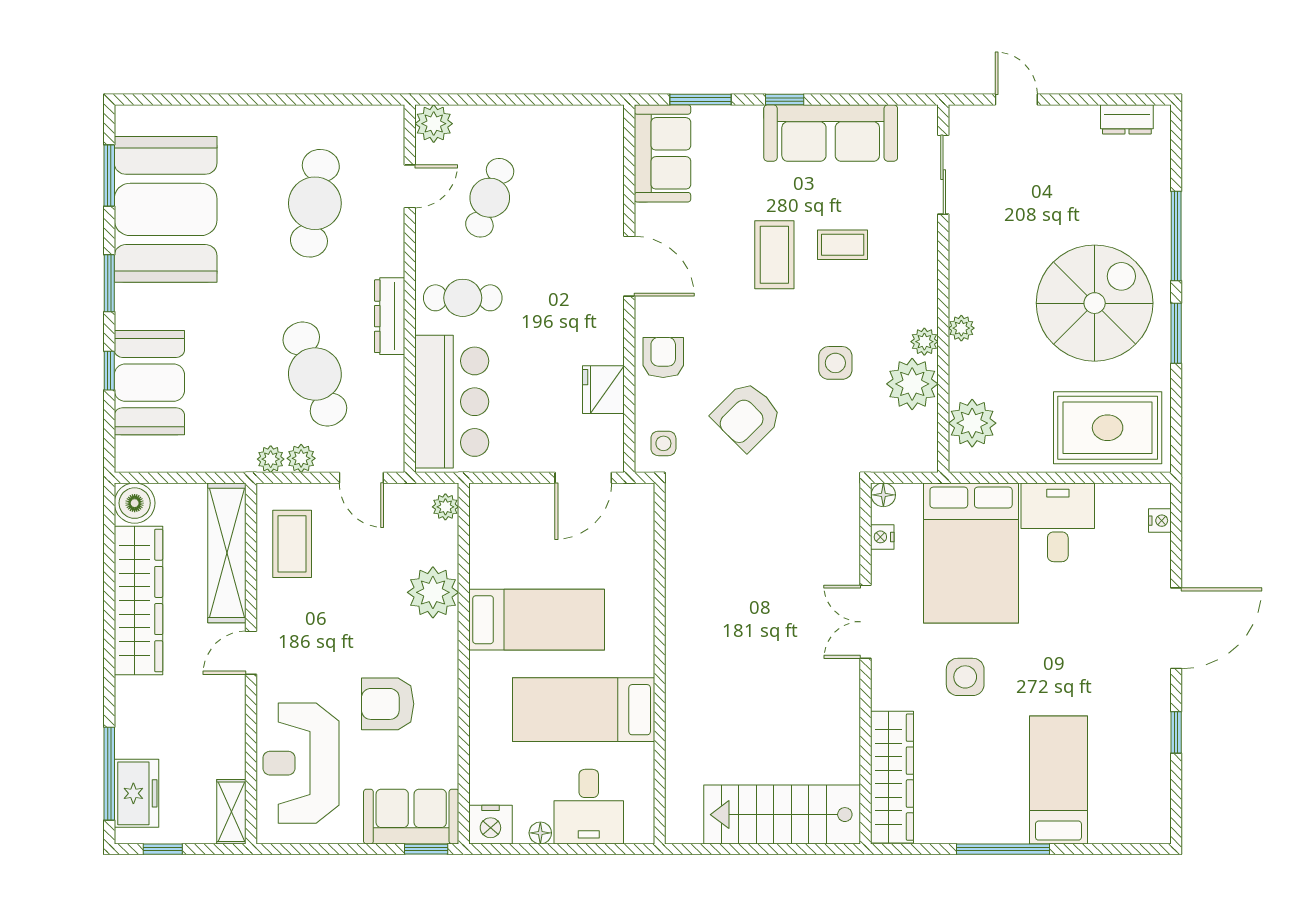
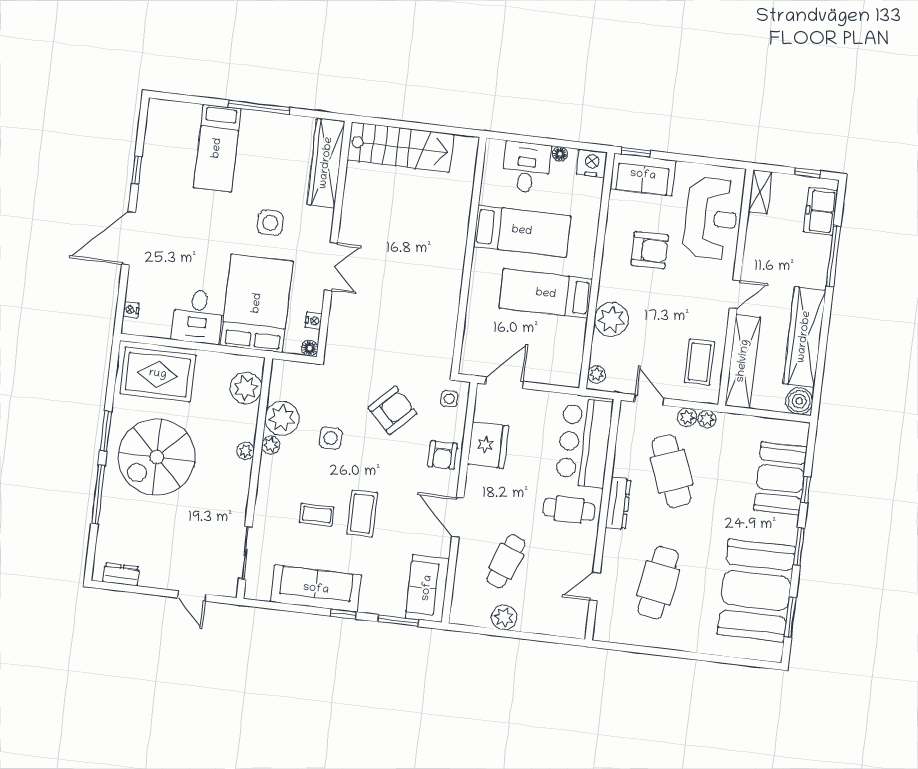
plant: (434, 124) -> (504, 617), moved
cafe table: (490, 198) -> (506, 561), moved
fridge: (603, 390) -> (488, 445), width x1.36, depth x1.34
window: (109, 774) -> (833, 256), moved

